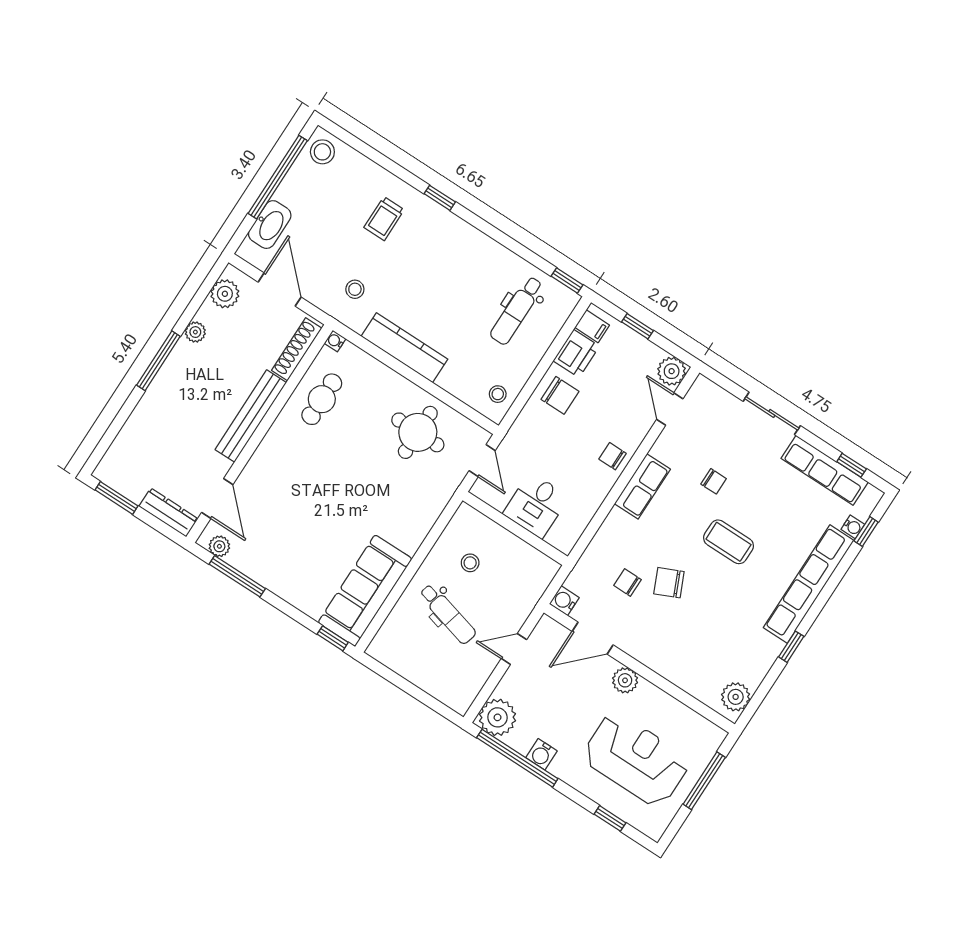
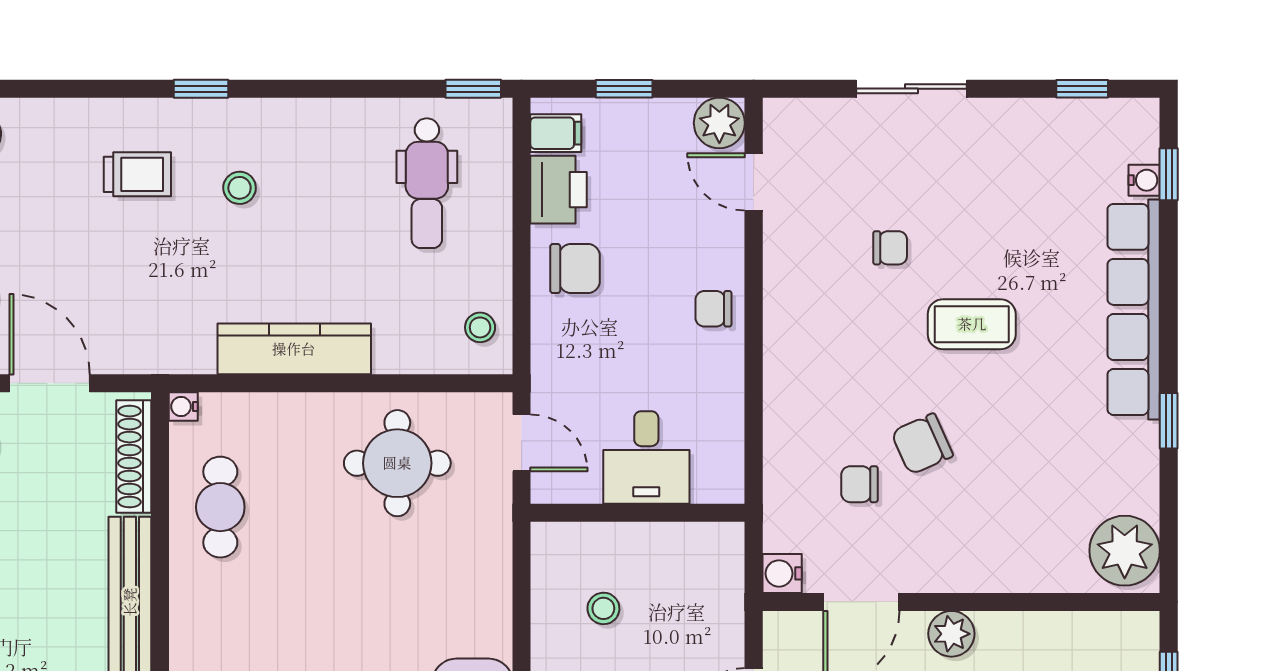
trolley: (384, 219) -> (137, 174), turned -90
stool: (355, 289) -> (240, 188), moved
row of seats: (825, 470) -> (1046, 123), removed
row of seats: (642, 486) -> (788, 325), removed
plant: (736, 697) -> (1125, 551), width x1.36, depth x1.36

